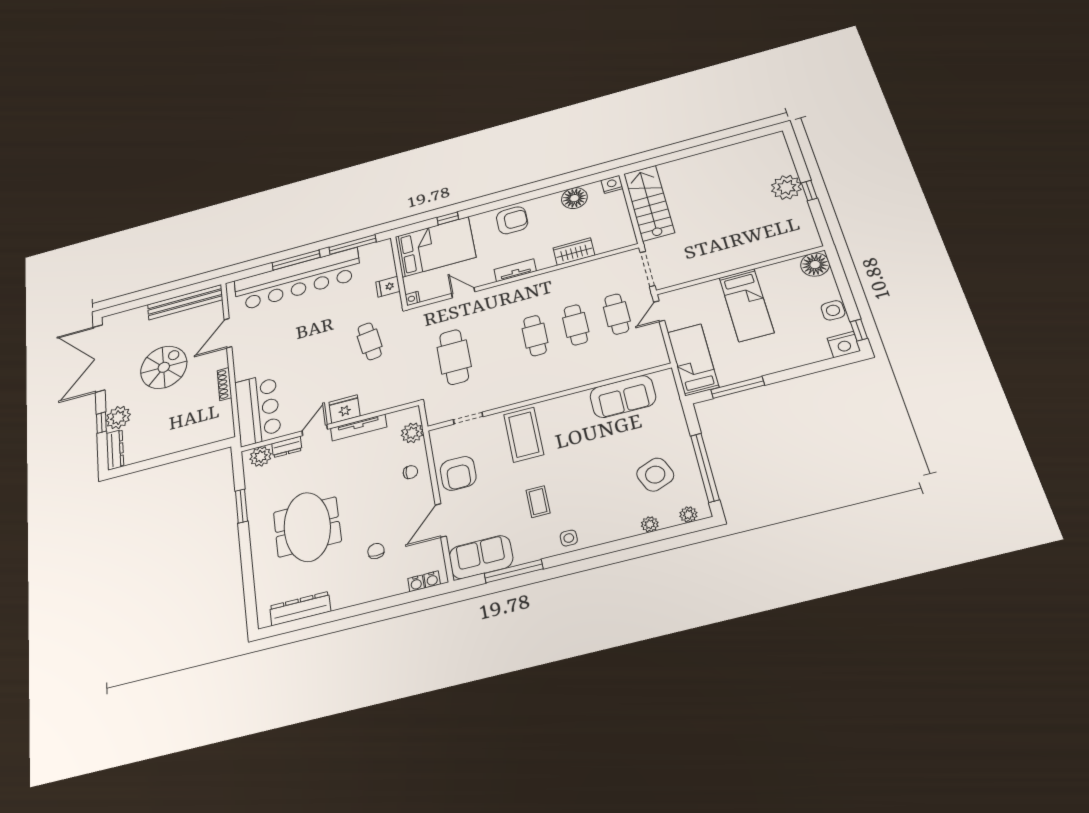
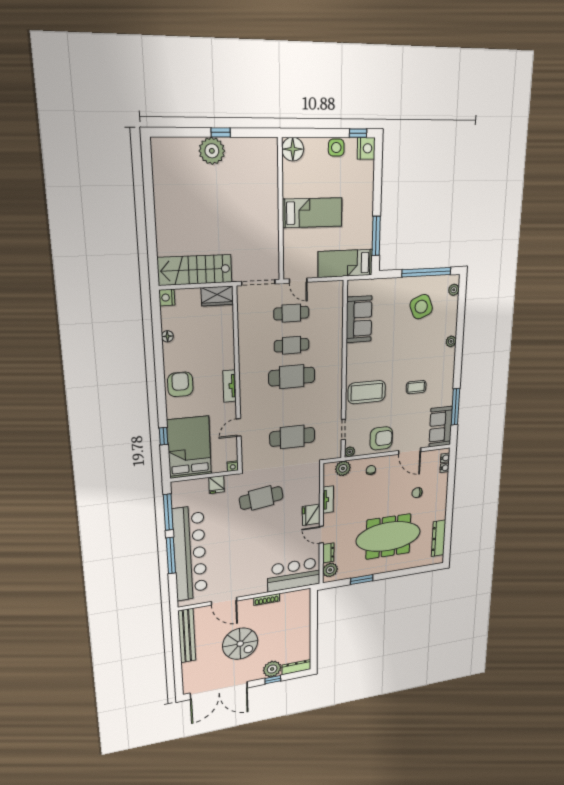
floor lamp: (574, 198) -> (167, 336), width x0.53, depth x0.53
wardrobe: (574, 252) -> (217, 296), moved, turned -90
cafe table: (535, 336) -> (292, 377), width x1.37, depth x1.35
cafe table: (370, 341) -> (261, 498), width x1.37, depth x1.35
spiral stairs: (164, 367) -> (240, 644), turned 180
tv unit: (359, 428) -> (328, 499), width x0.71
plant: (437, 435) -> (350, 452), added
plant: (650, 524) -> (451, 341), moved
meeting table: (307, 527) -> (388, 536), width x1.36
side table: (569, 538) -> (445, 370), removed

